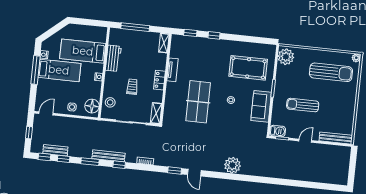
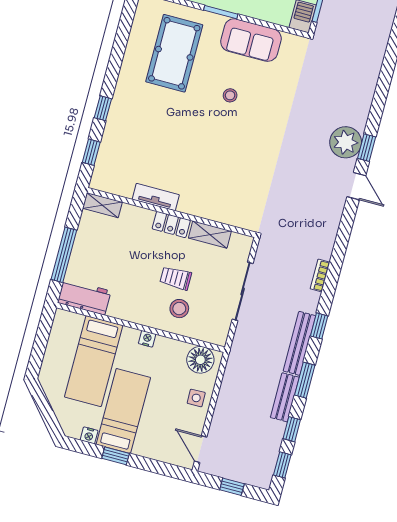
workbench: (113, 58) -> (84, 297), moved
window: (36, 70) -> (116, 456), width x0.46
stool: (110, 102) -> (179, 309), moved
table tennis table: (198, 102) -> (224, 158), removed
shelving: (156, 113) -> (210, 234), moved
bench: (55, 150) -> (285, 397), moved
plant: (232, 165) -> (346, 142), moved
window: (175, 170) -> (367, 148), moved
door: (194, 173) -> (356, 186), hinge flipped

